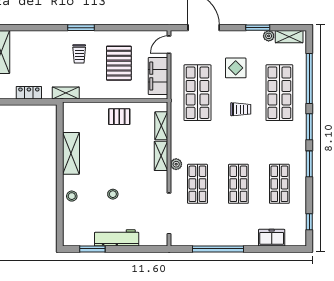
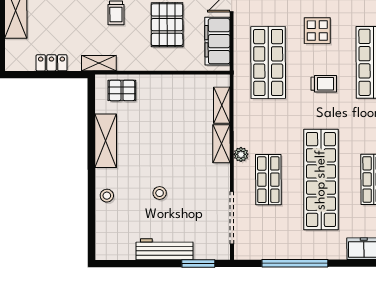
pallet: (119, 117) -> (122, 90), moved
shop shelf: (238, 184) -> (321, 180), width x2.00, depth x1.36
window: (92, 249) -> (198, 263), moved

